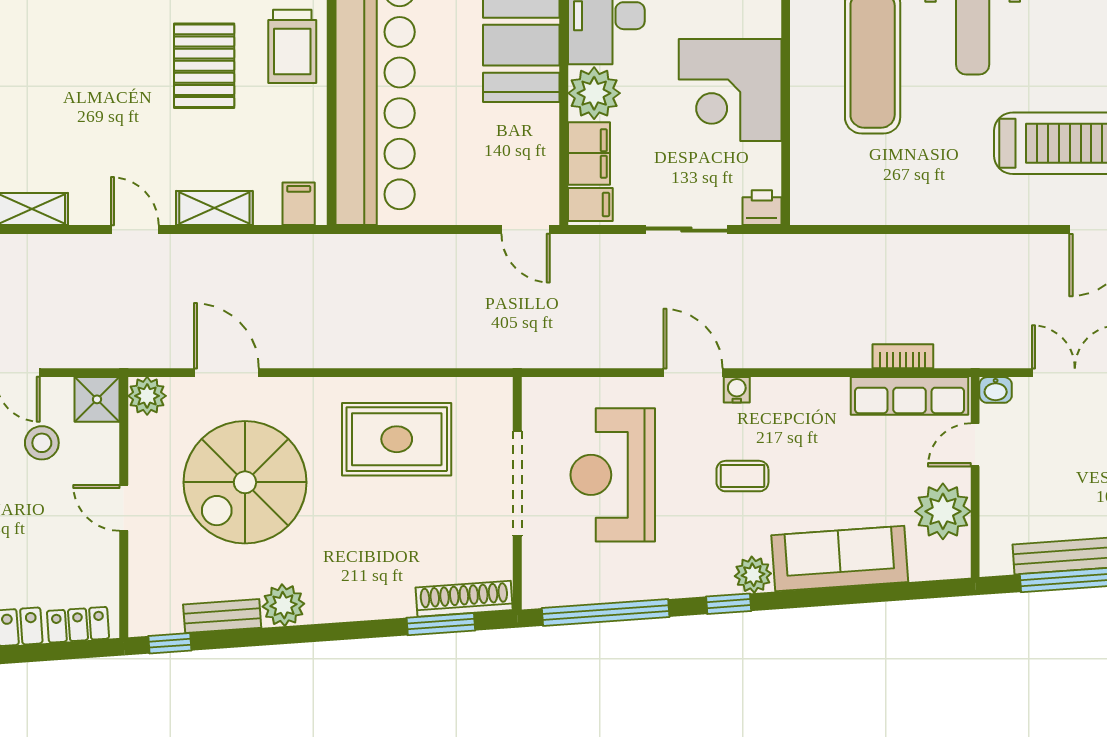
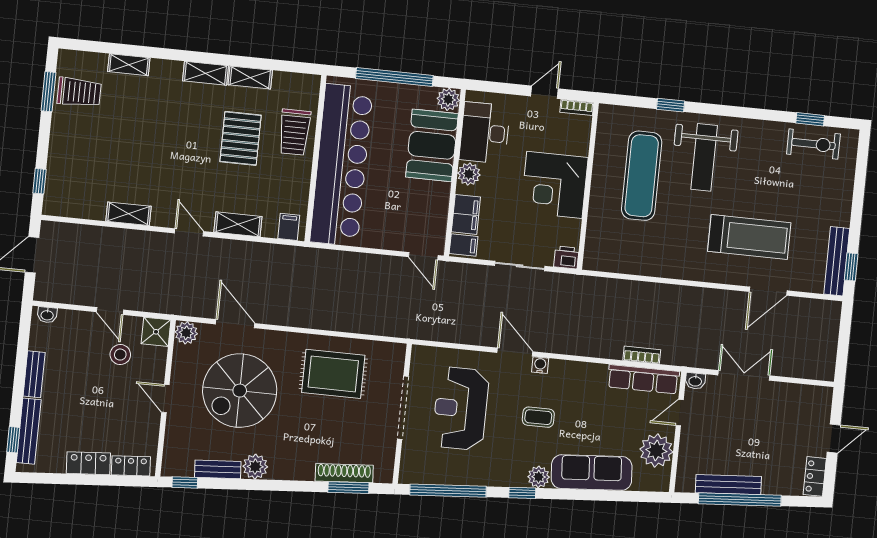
plant: (594, 93) -> (469, 174), width x0.73, depth x0.73
shoe rack: (464, 599) -> (344, 473), moved

